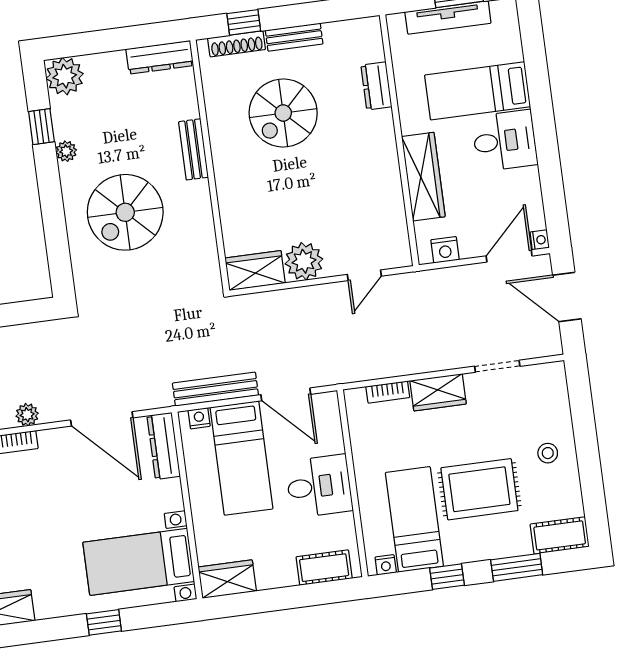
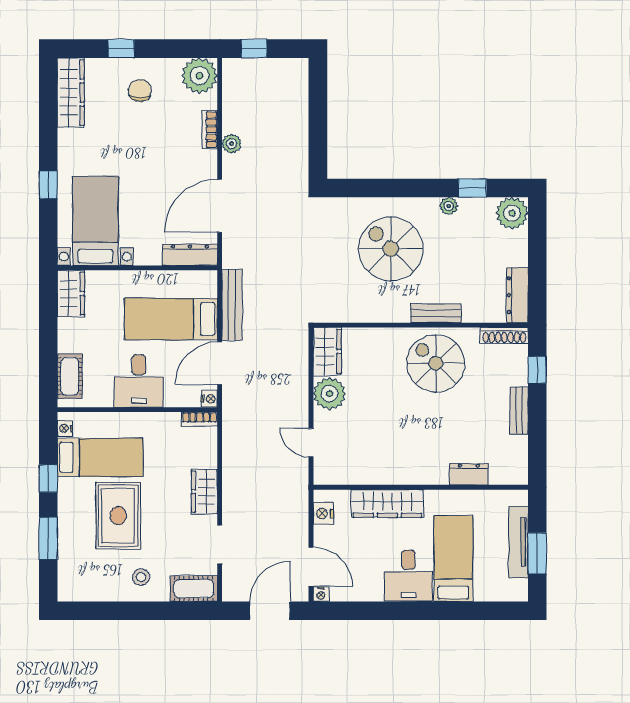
shoe rack: (237, 44) -> (504, 335), moved, turned -90
spiral stairs: (283, 113) -> (436, 363), moved
bookcase: (388, 392) -> (199, 419), moved, turned -90
nightstand: (199, 418) -> (209, 399), moved
cot: (560, 535) -> (194, 589), moved, turned 90

